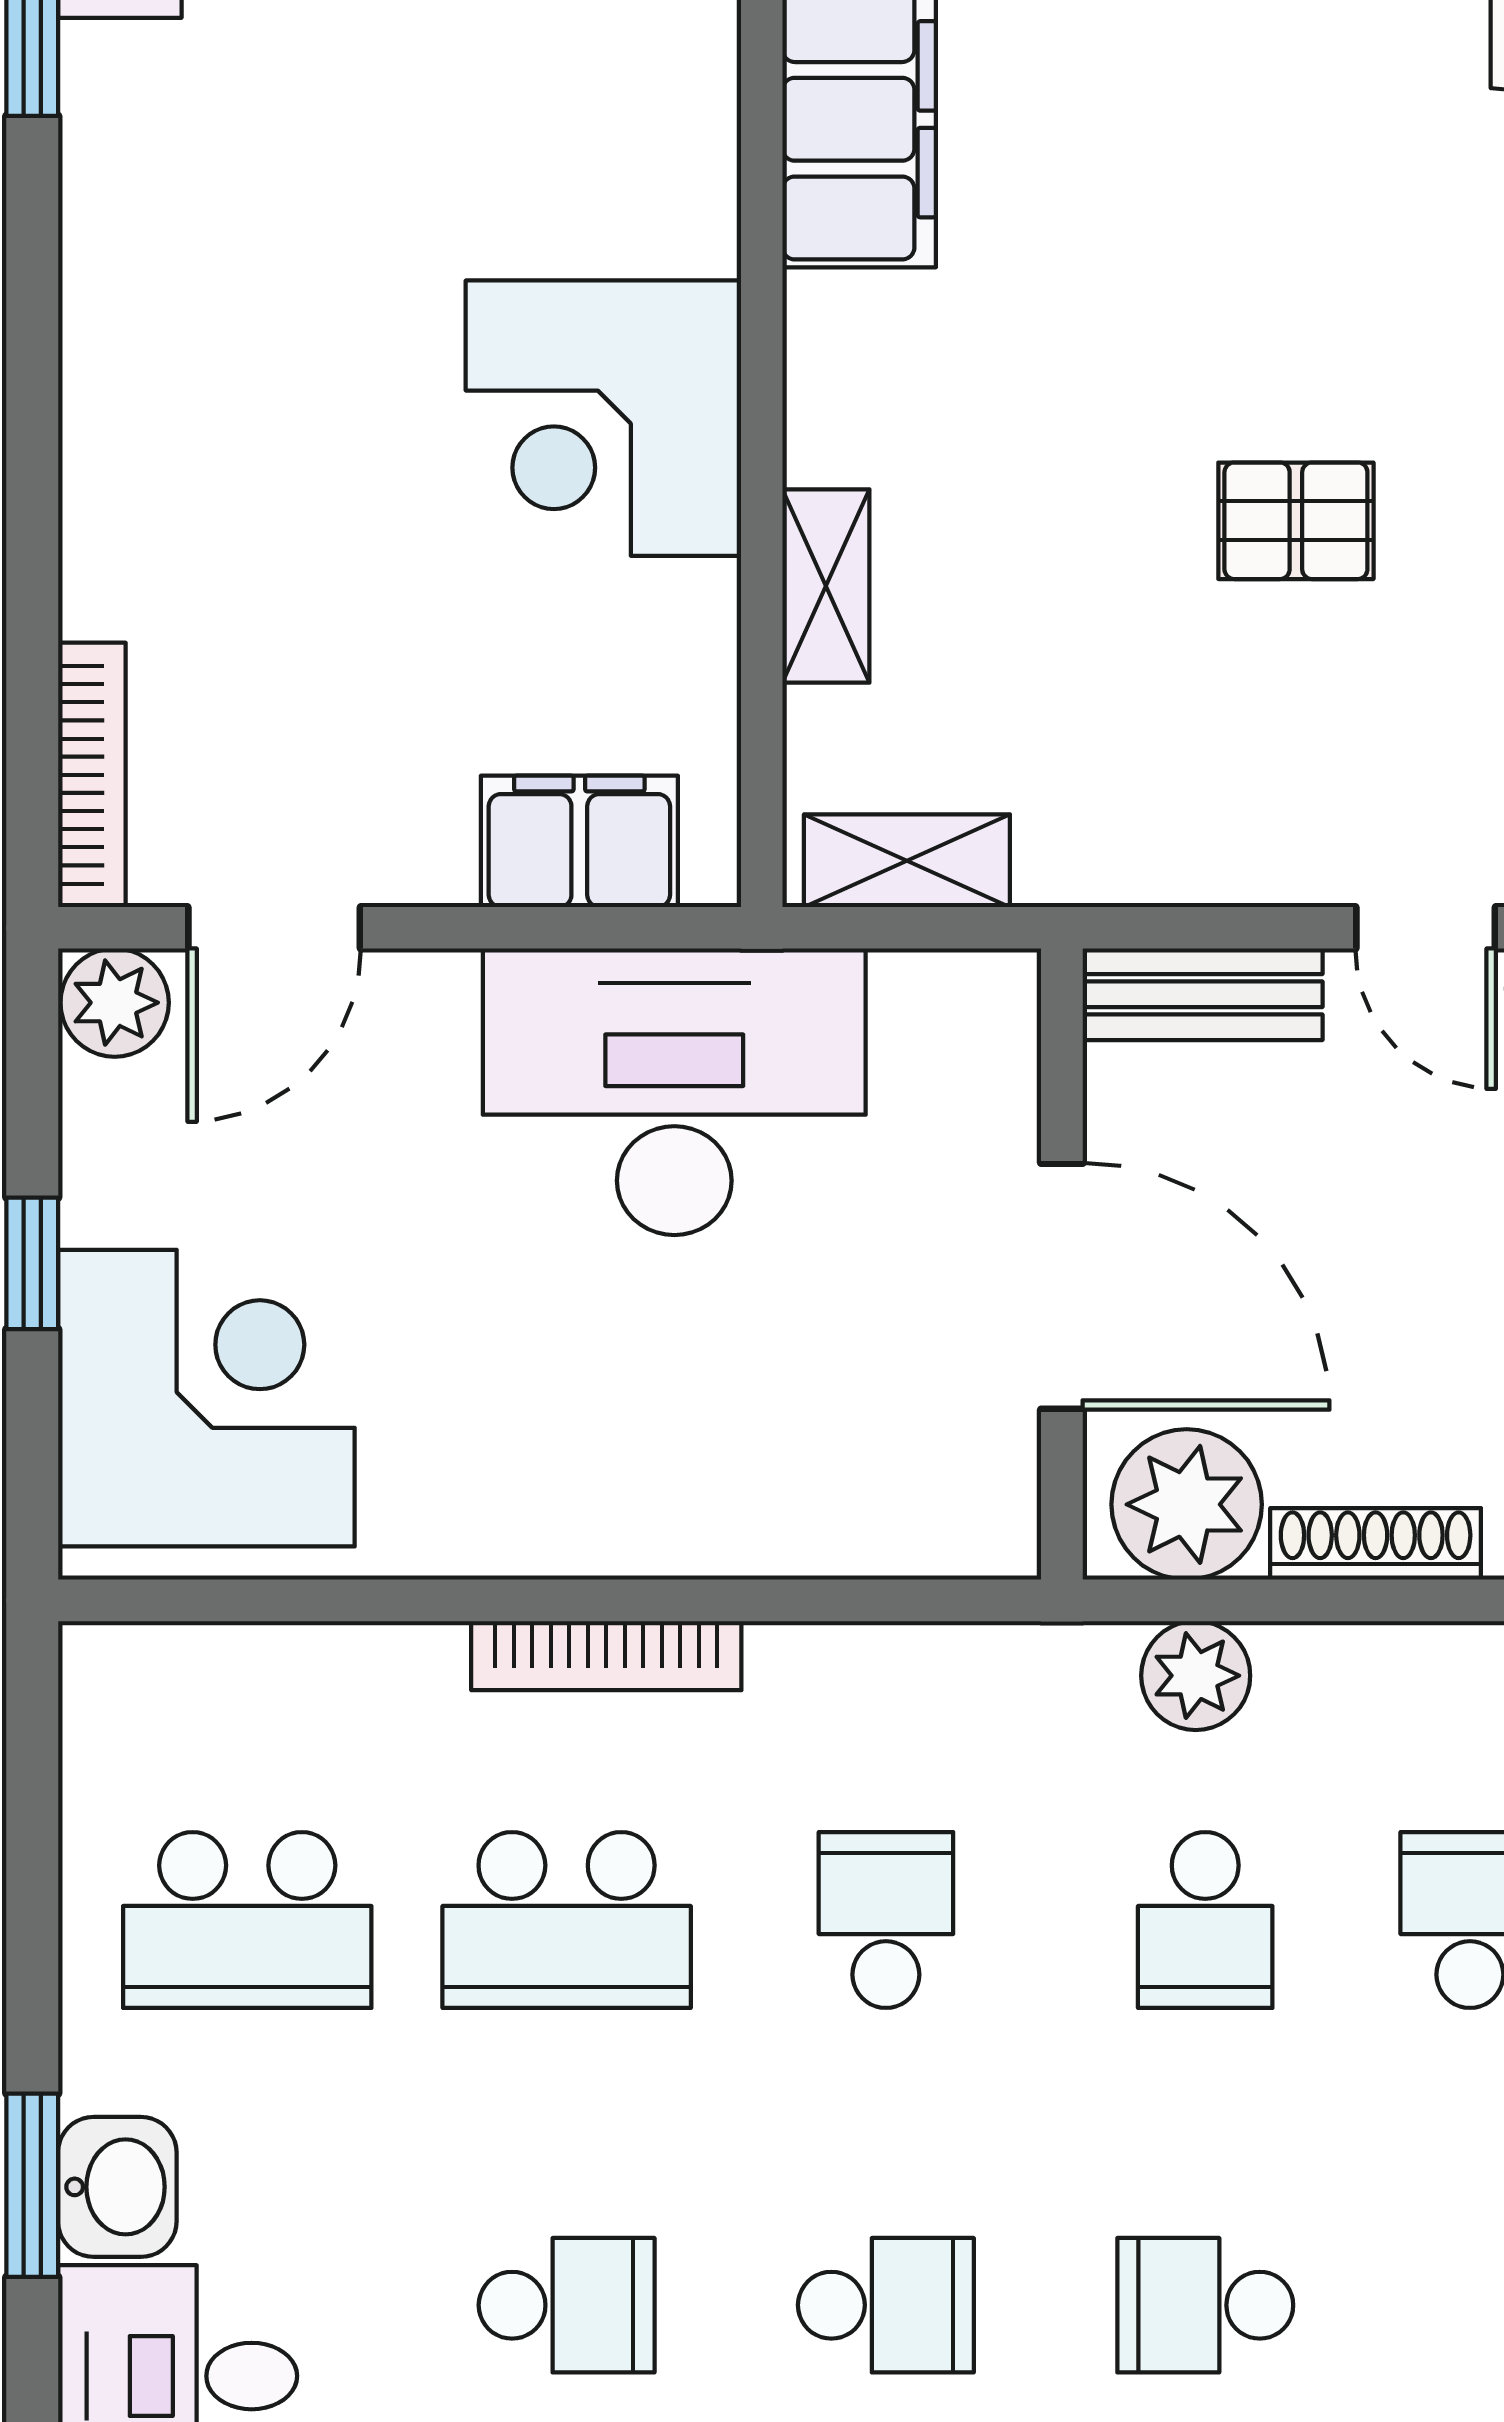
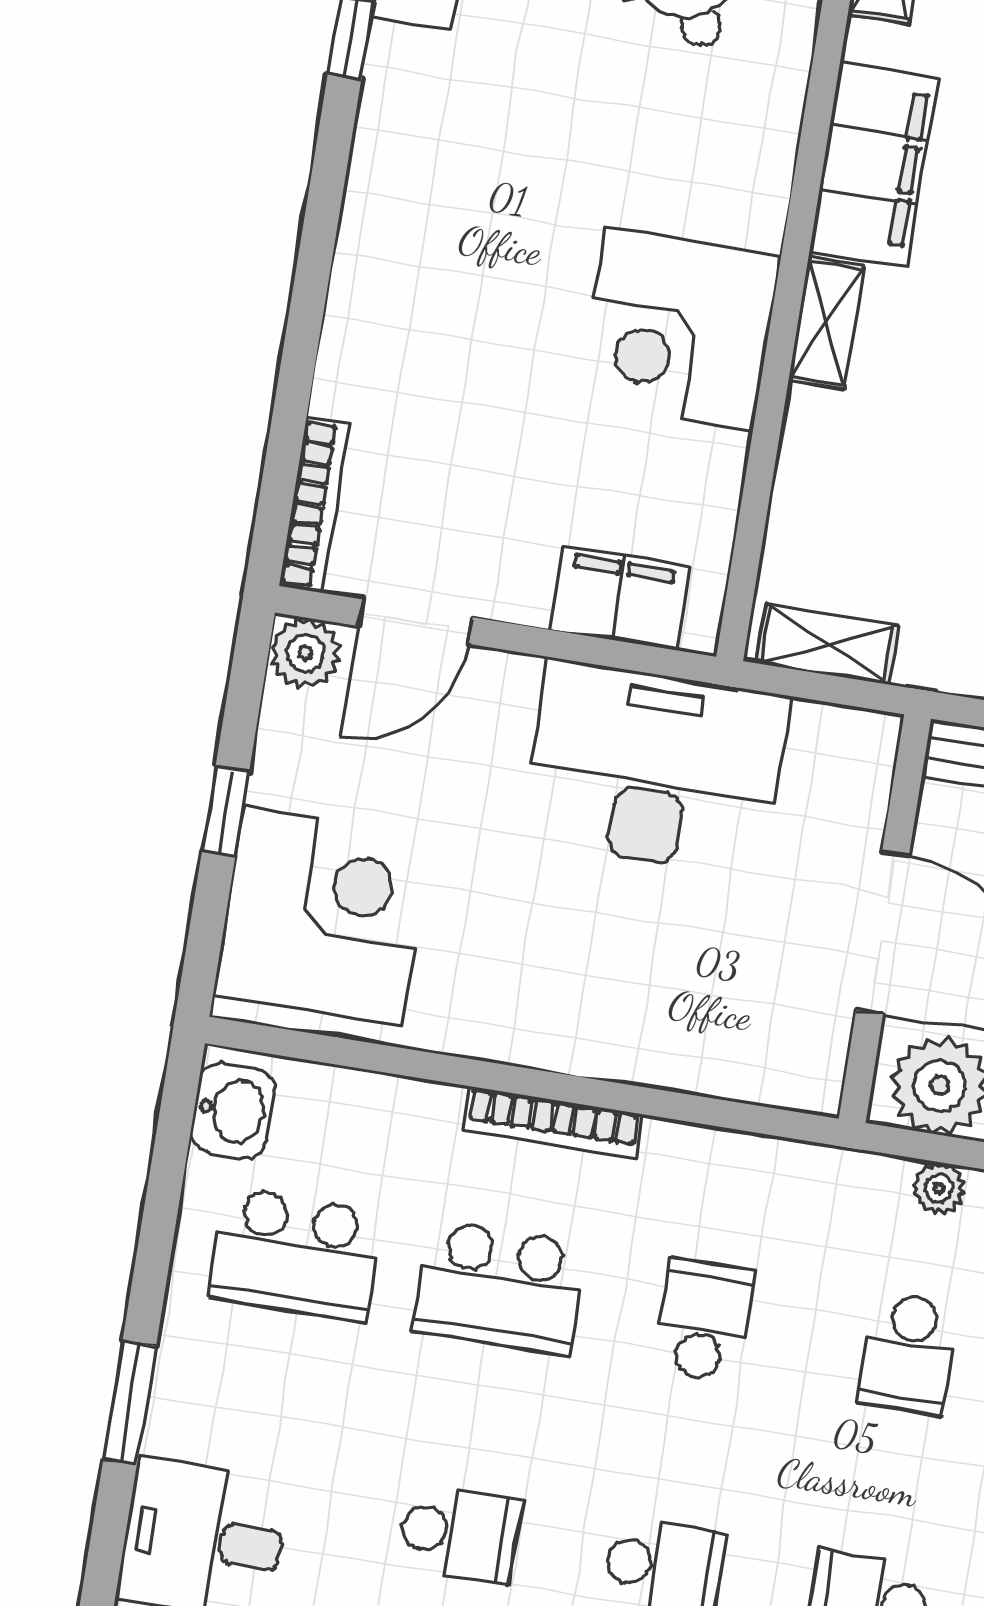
shelving: (826, 586) -> (826, 323), moved
plant: (1196, 1676) -> (939, 1188), width x0.73, depth x0.73
washbasin: (117, 2187) -> (233, 1110), moved

